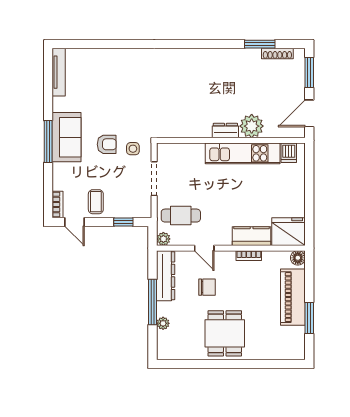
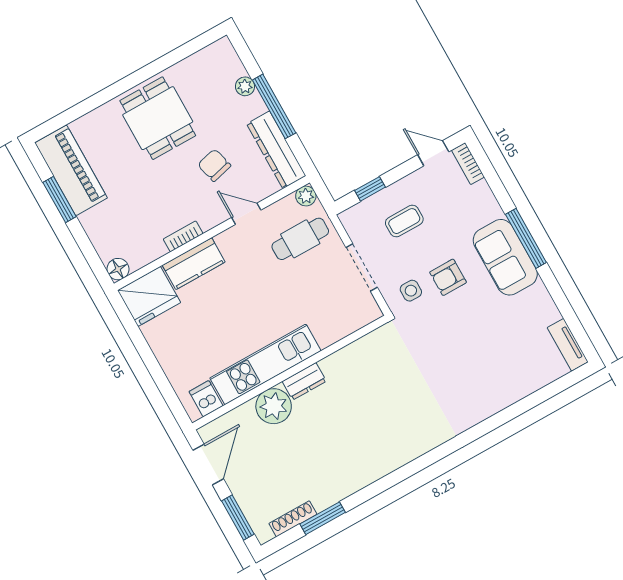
tv unit: (59, 72) -> (568, 345), width x0.71
coffee table: (96, 202) -> (404, 221), moved, turned 90
chair: (207, 287) -> (214, 165), turned 76
piano: (293, 297) -> (71, 170), moved

